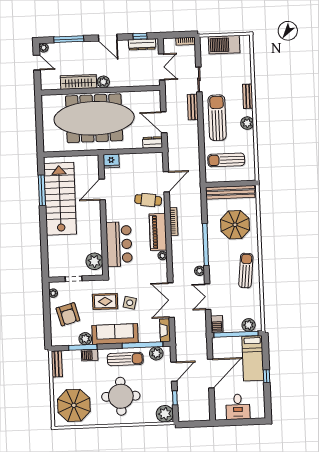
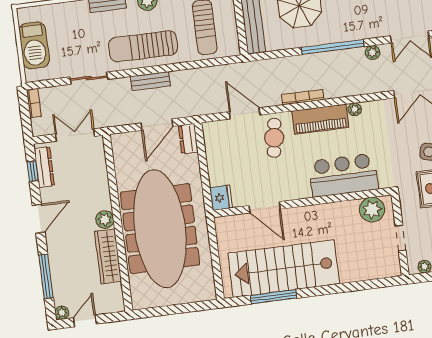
bench: (193, 107) -> (150, 81), moved

